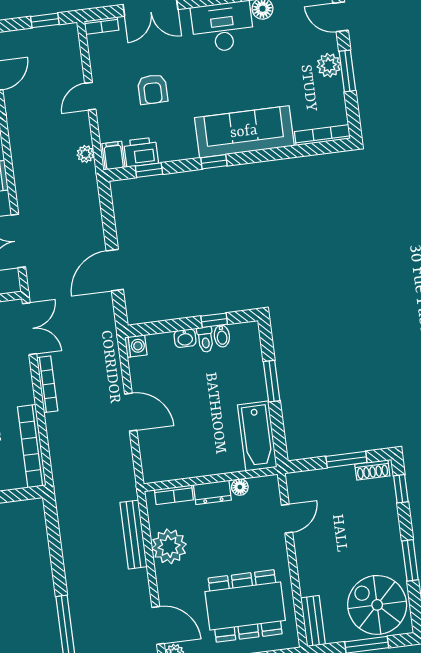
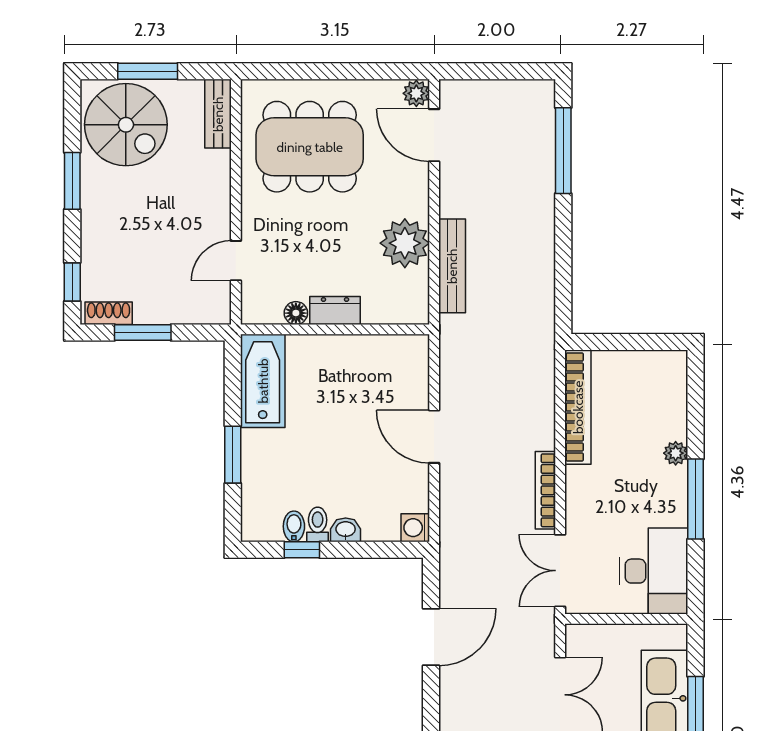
bookcase: (174, 495) -> (389, 314), removed

